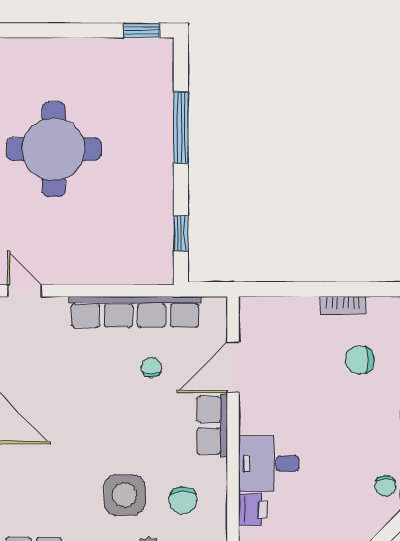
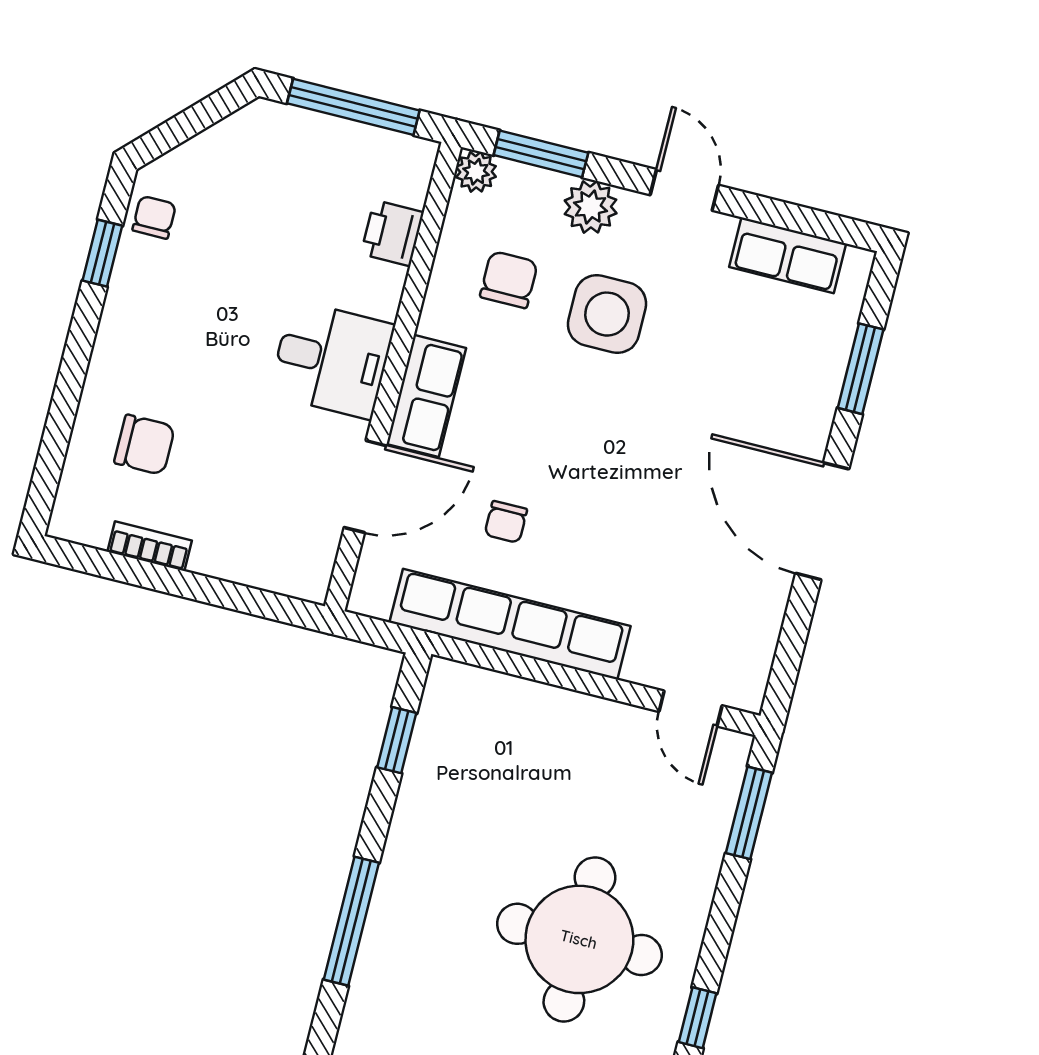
desk: (269, 464) -> (332, 360), moved

